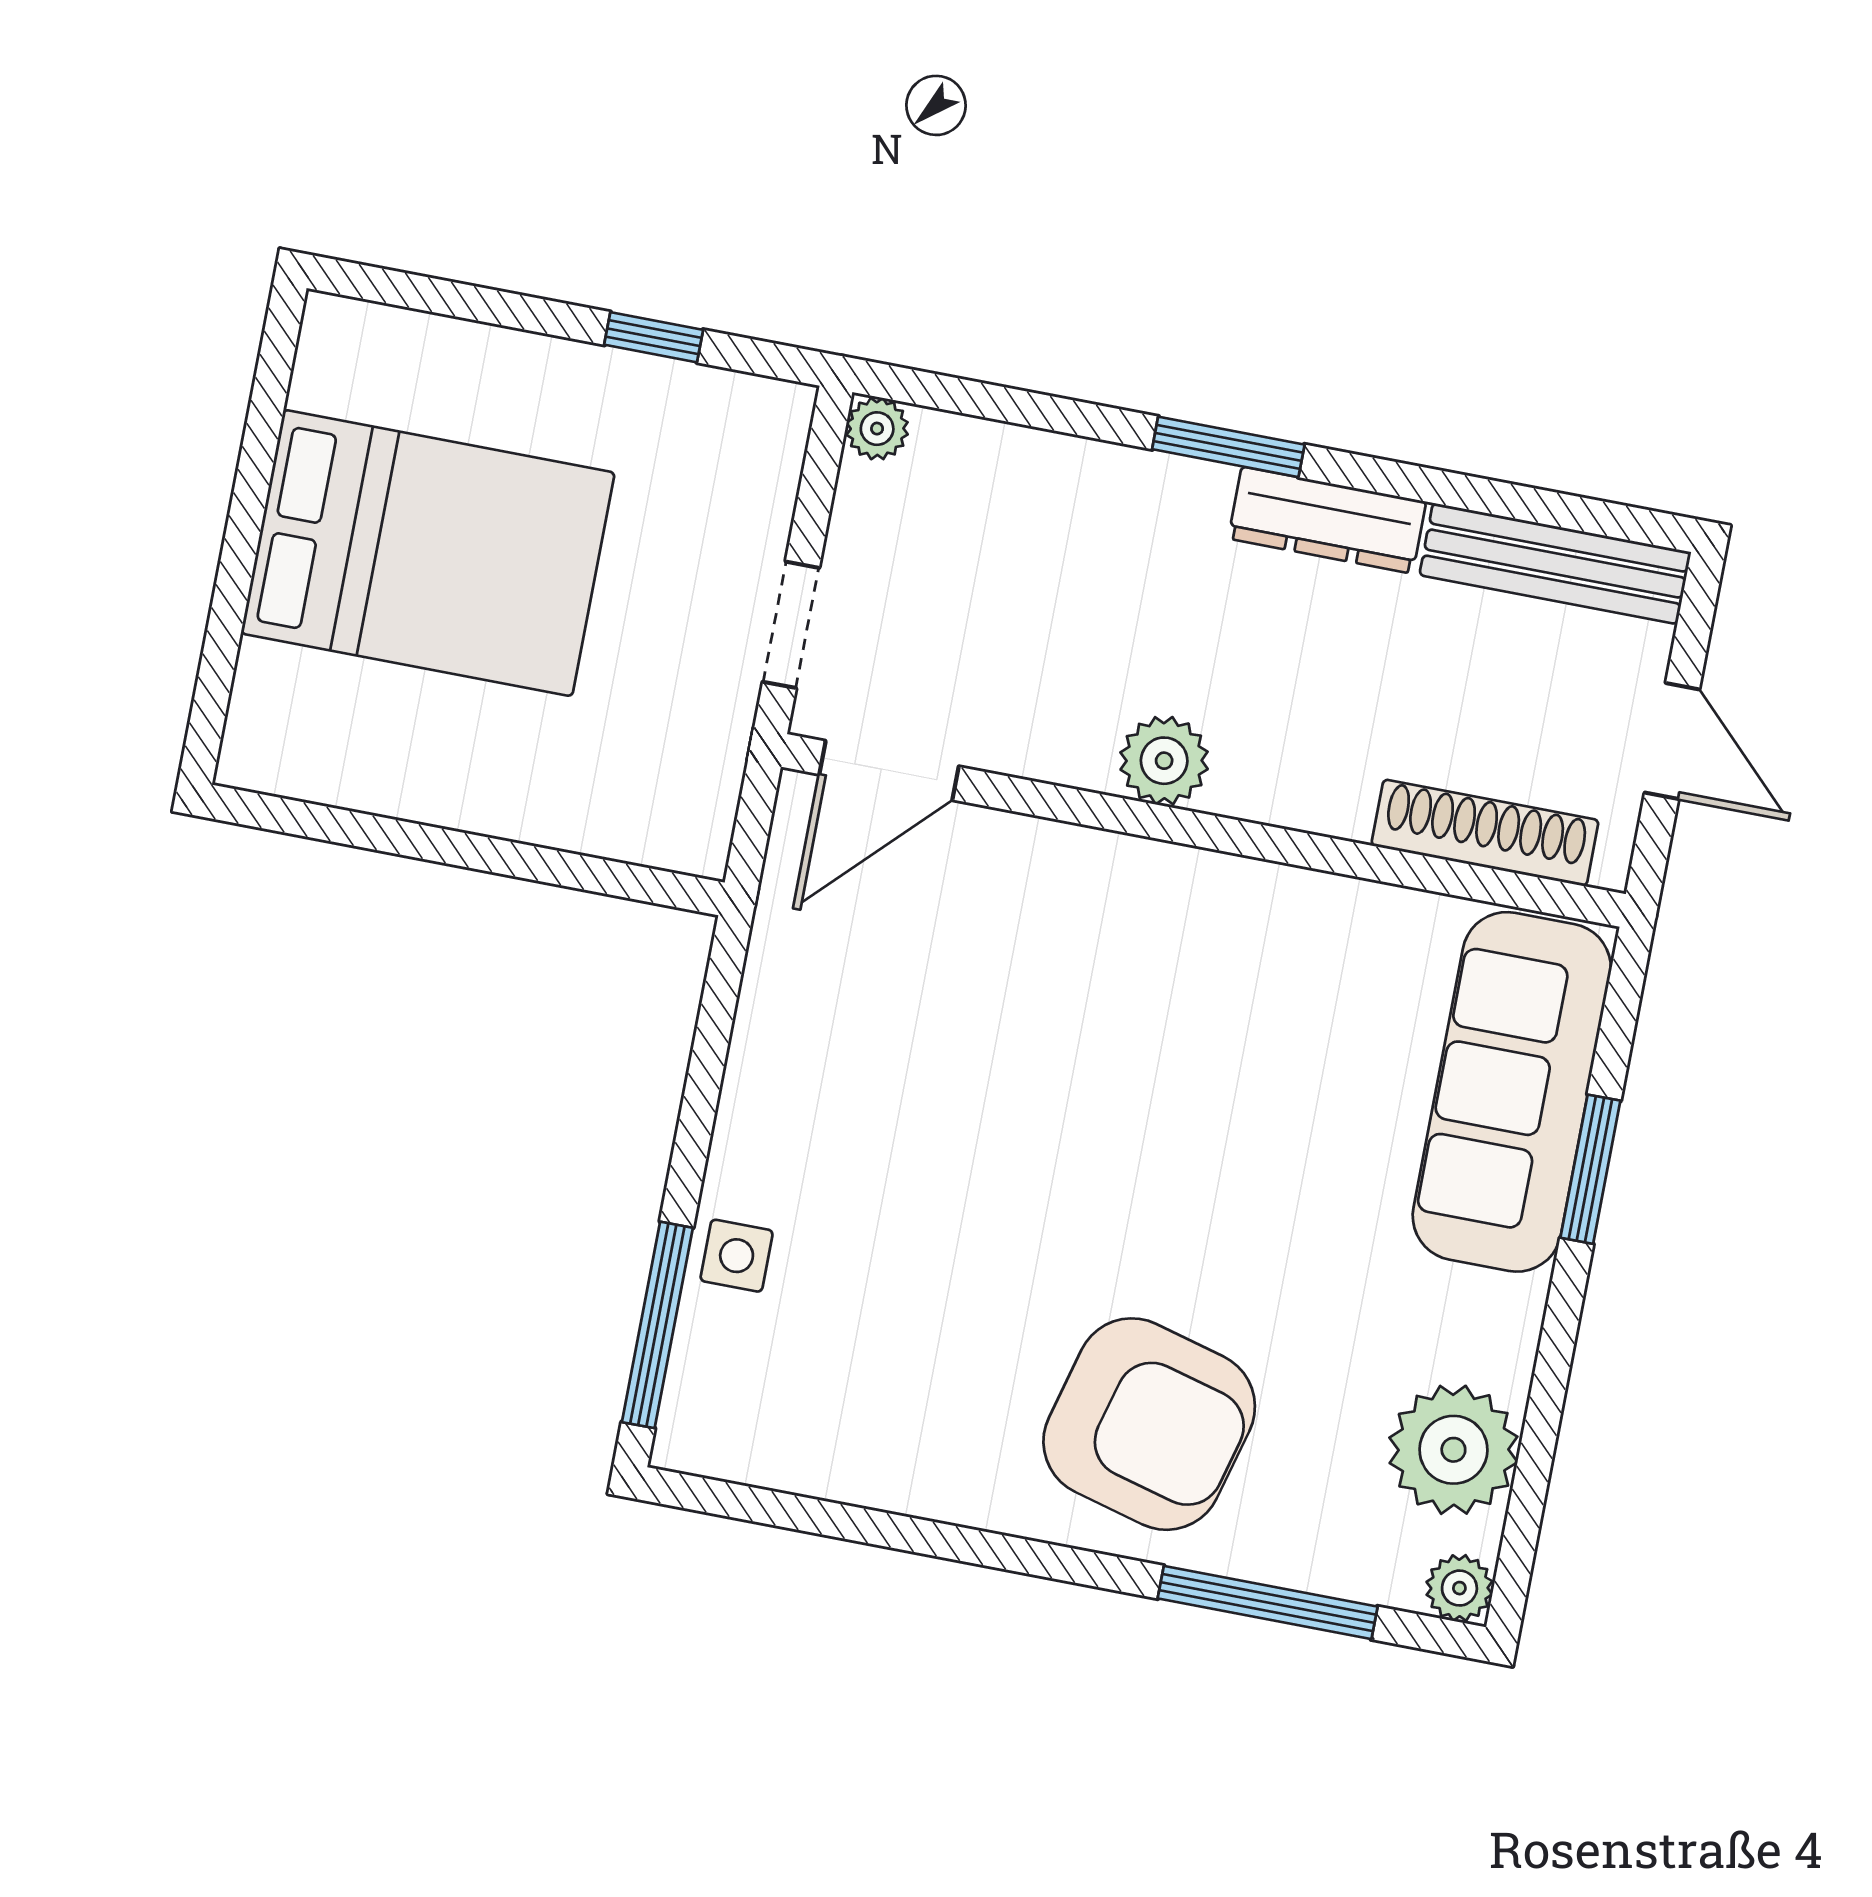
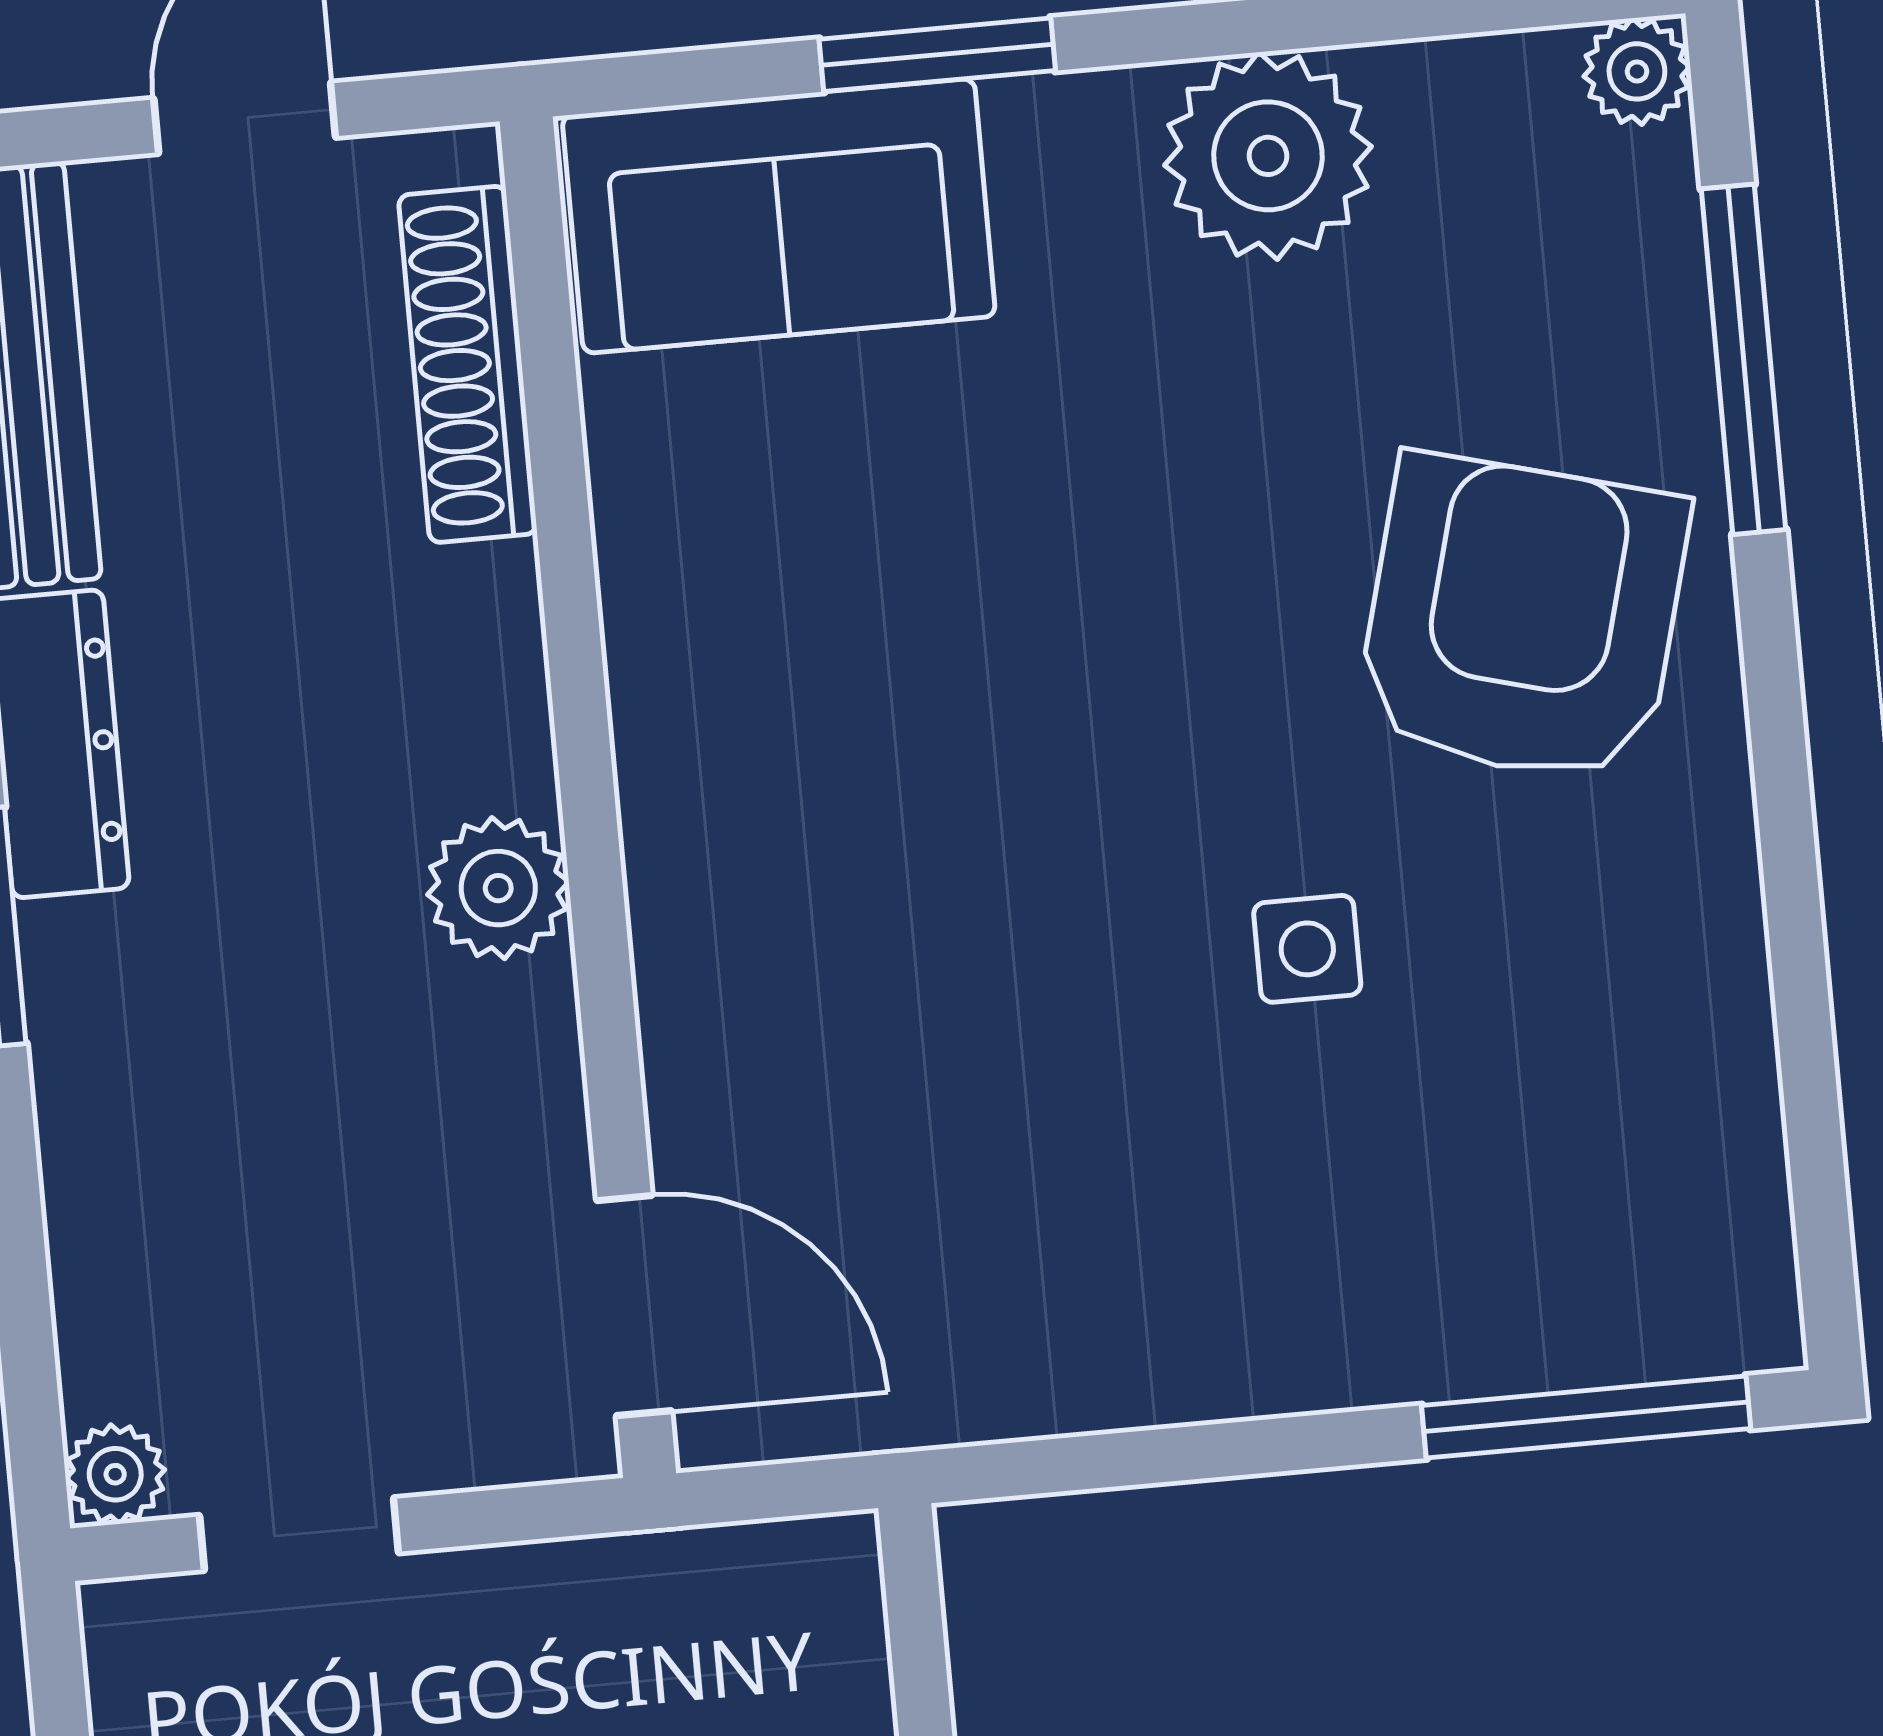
doorway: (791, 625) -> (299, 1534), moved
sofa: (1512, 1092) -> (779, 216), width x0.73
side table: (737, 1256) -> (1307, 949), moved
plant: (1453, 1450) -> (1268, 156), moved

